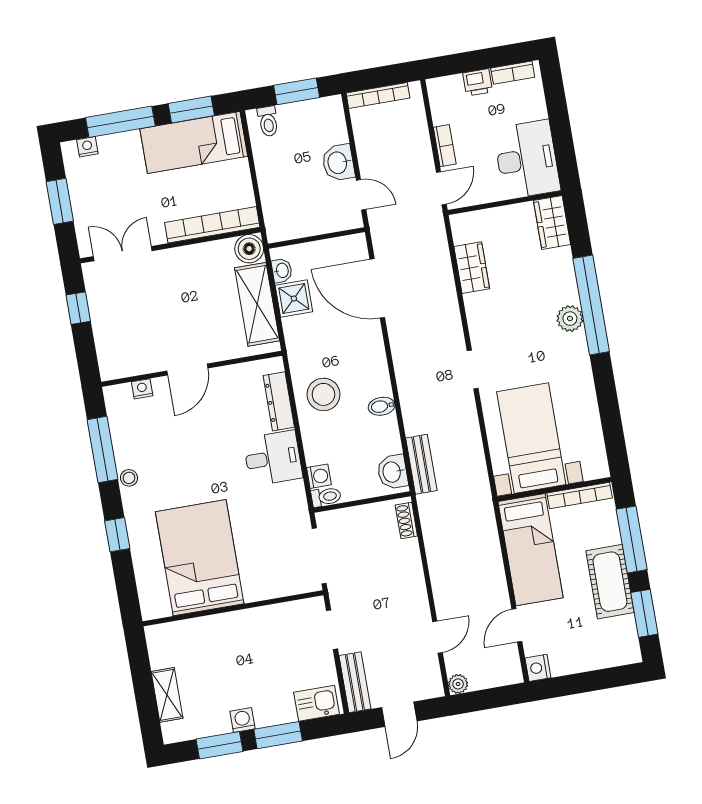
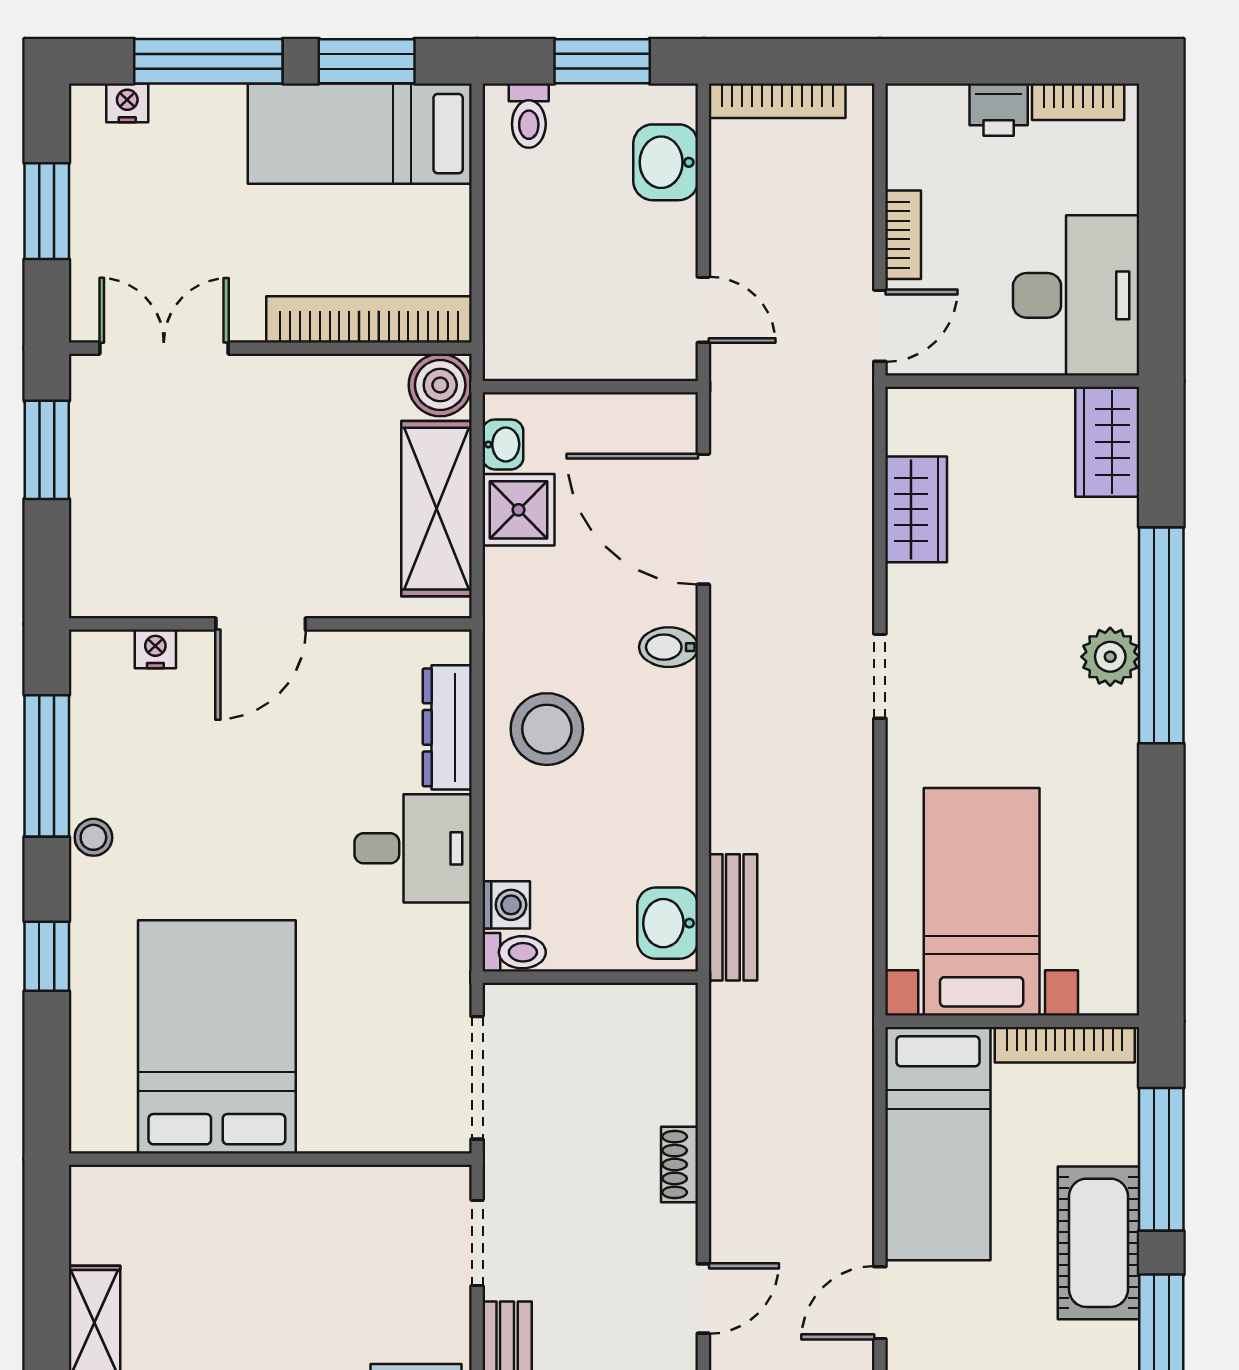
washbasin: (338, 163) -> (666, 162), moved
window: (78, 308) -> (47, 450), width x1.50
doorway: (473, 370) -> (880, 676), moved
bidet: (382, 406) -> (668, 647), moved
shoe rack: (406, 520) -> (679, 1165), moved

